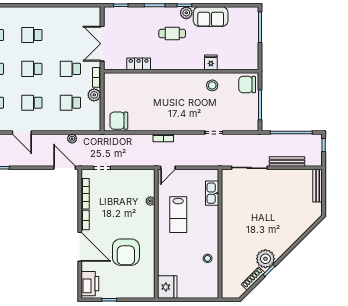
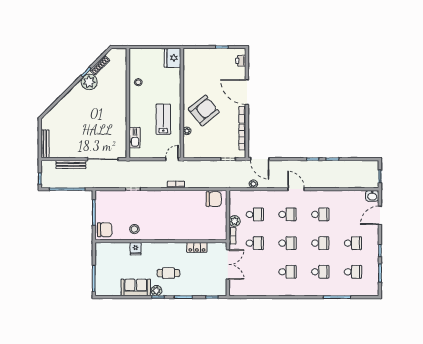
armchair: (126, 252) -> (204, 111), moved, turned 51
printer: (90, 284) -> (241, 61), width x0.53, depth x0.68

